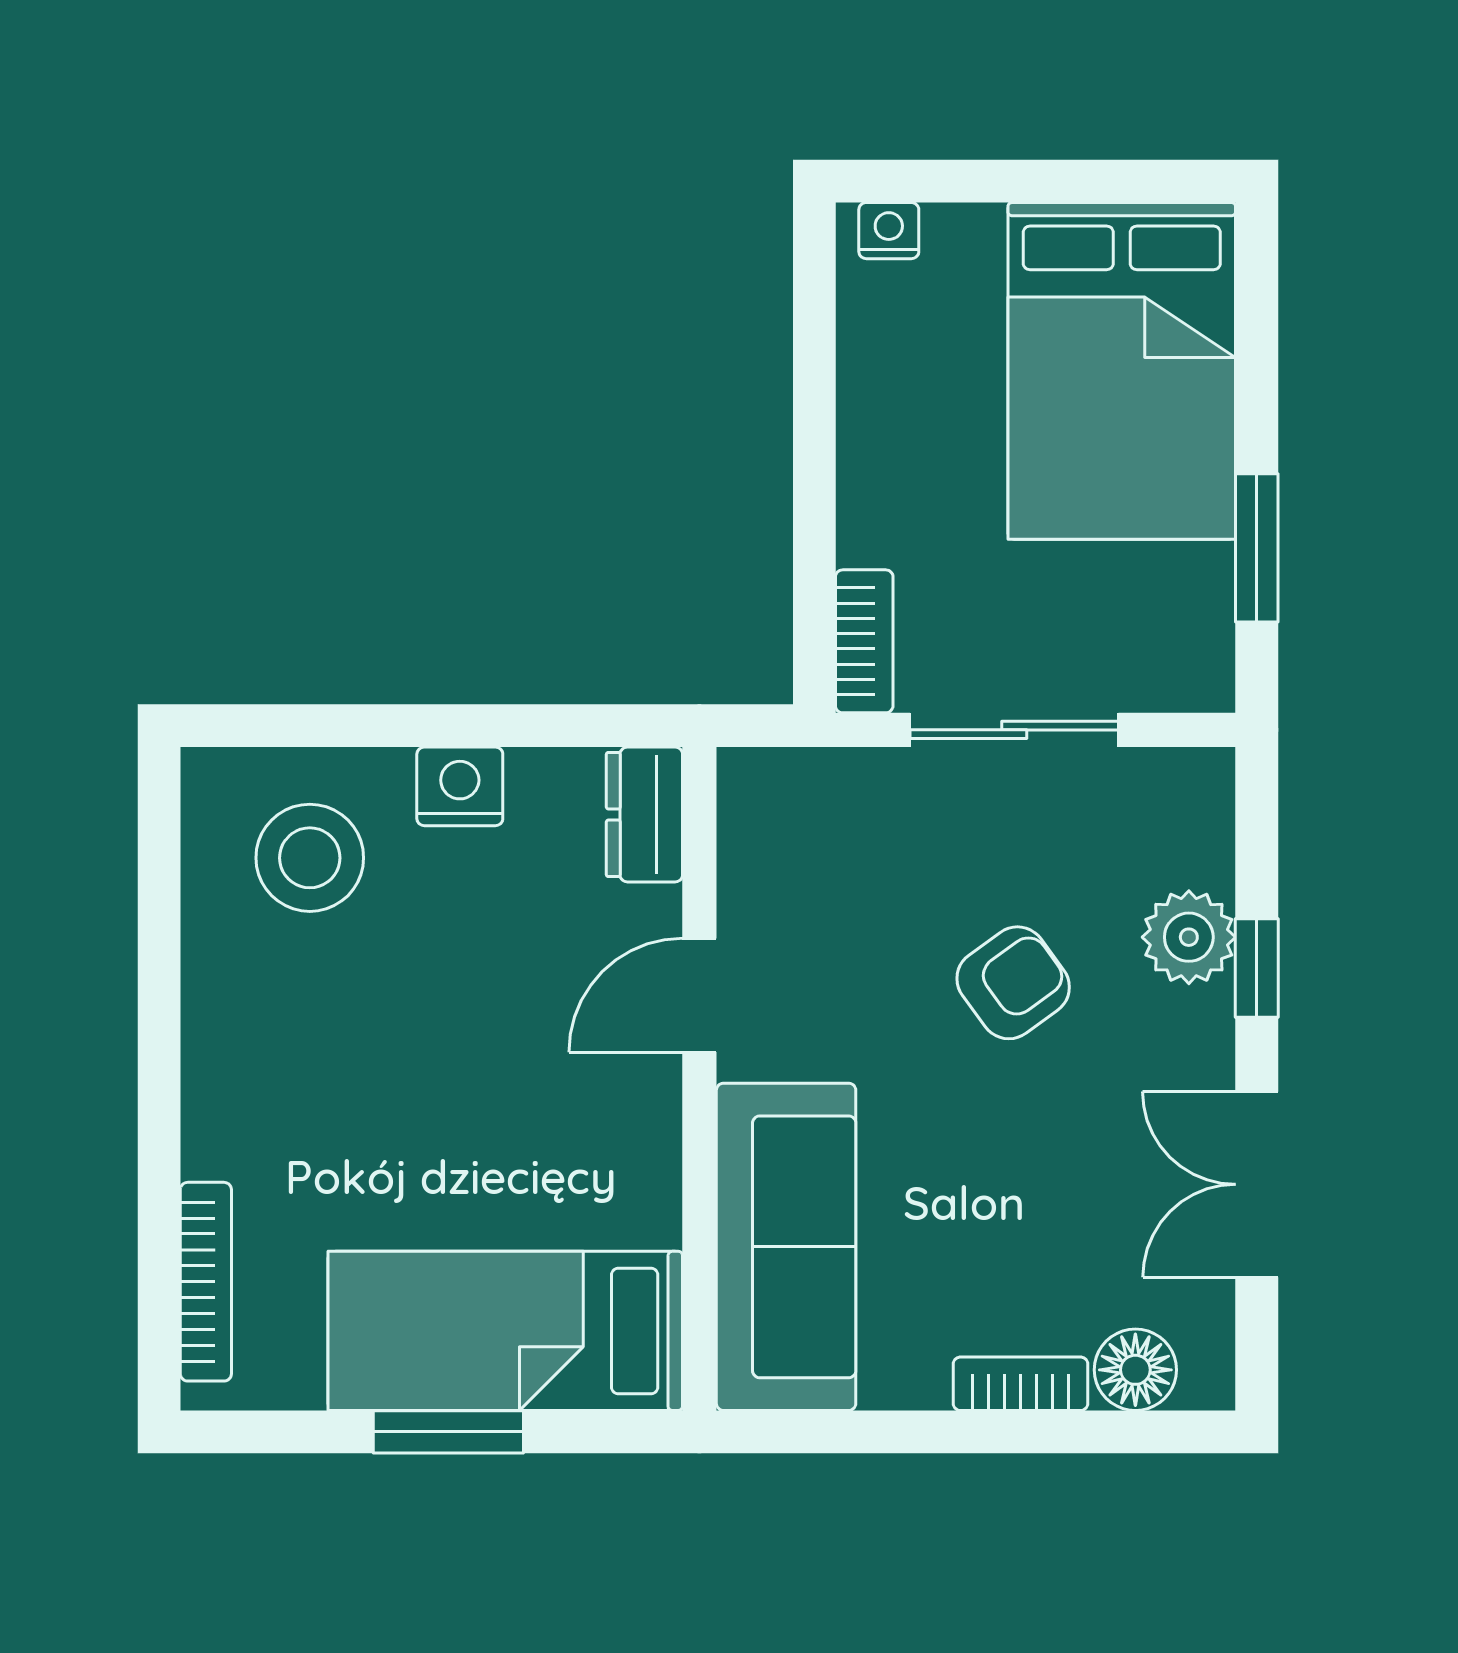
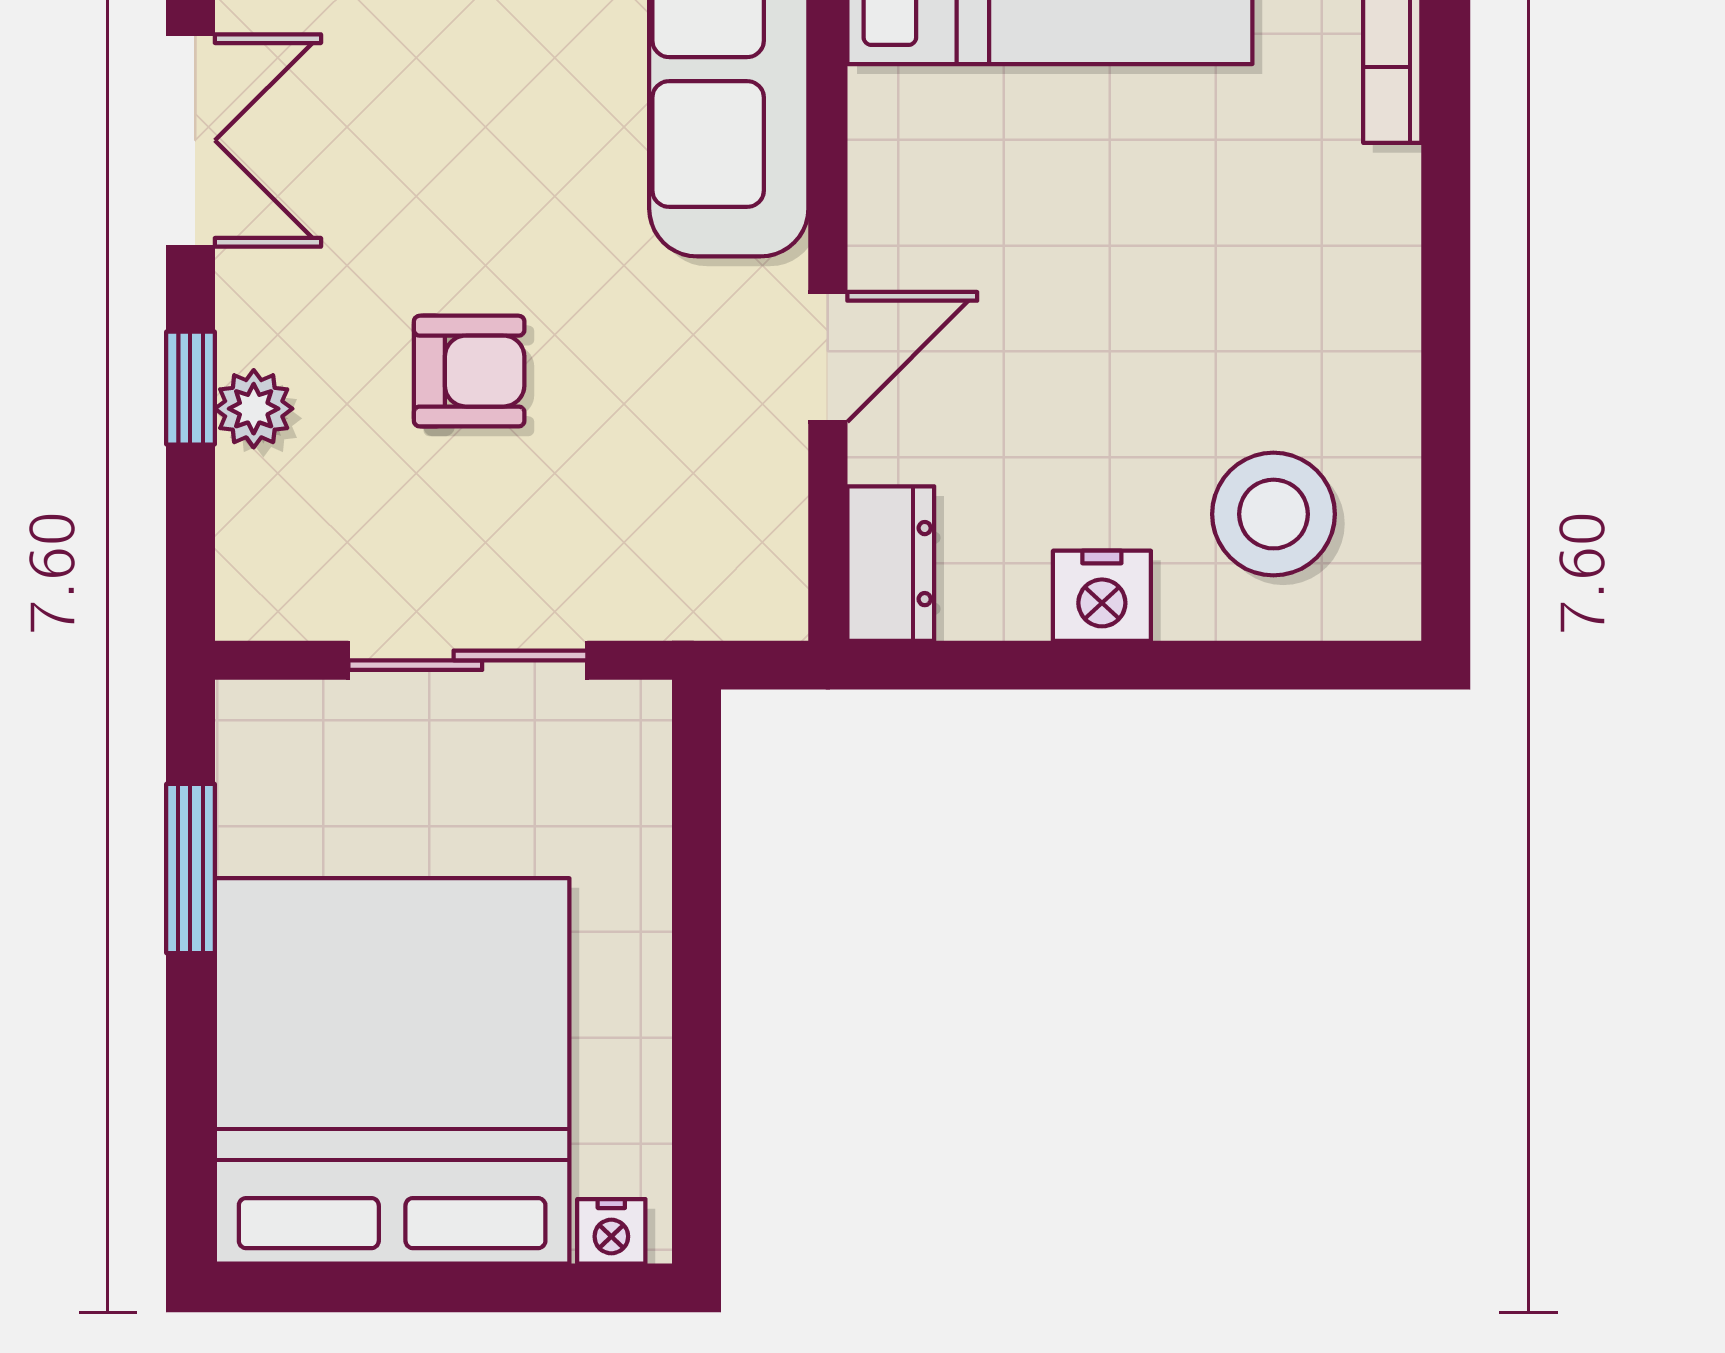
bed: (1122, 371) -> (392, 1071), width x1.36
bookcase: (864, 641) -> (639, 762), removed
plant: (1189, 937) -> (254, 409), width x0.73, depth x0.73
armchair: (1013, 983) -> (469, 371), turned -144

